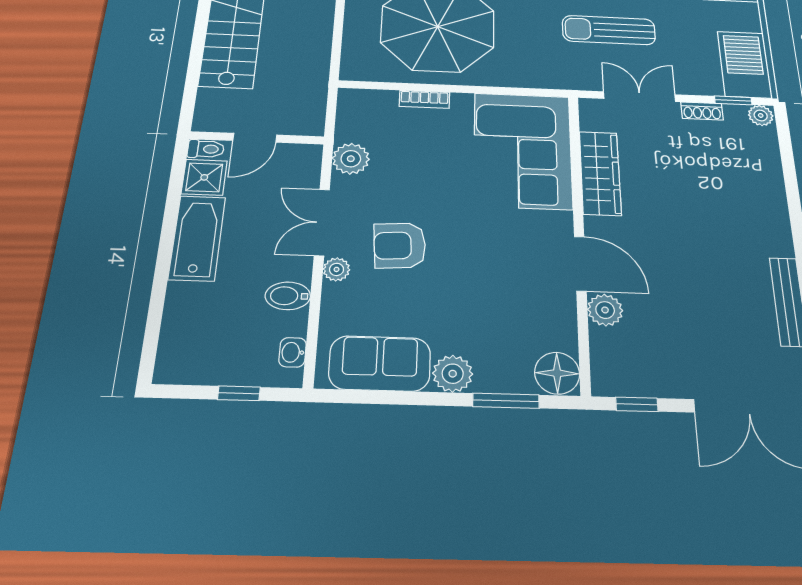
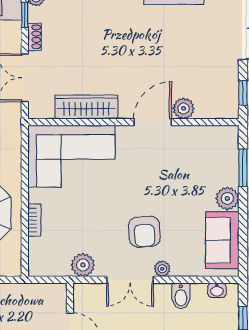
floor lamp: (557, 373) -> (225, 138), removed

